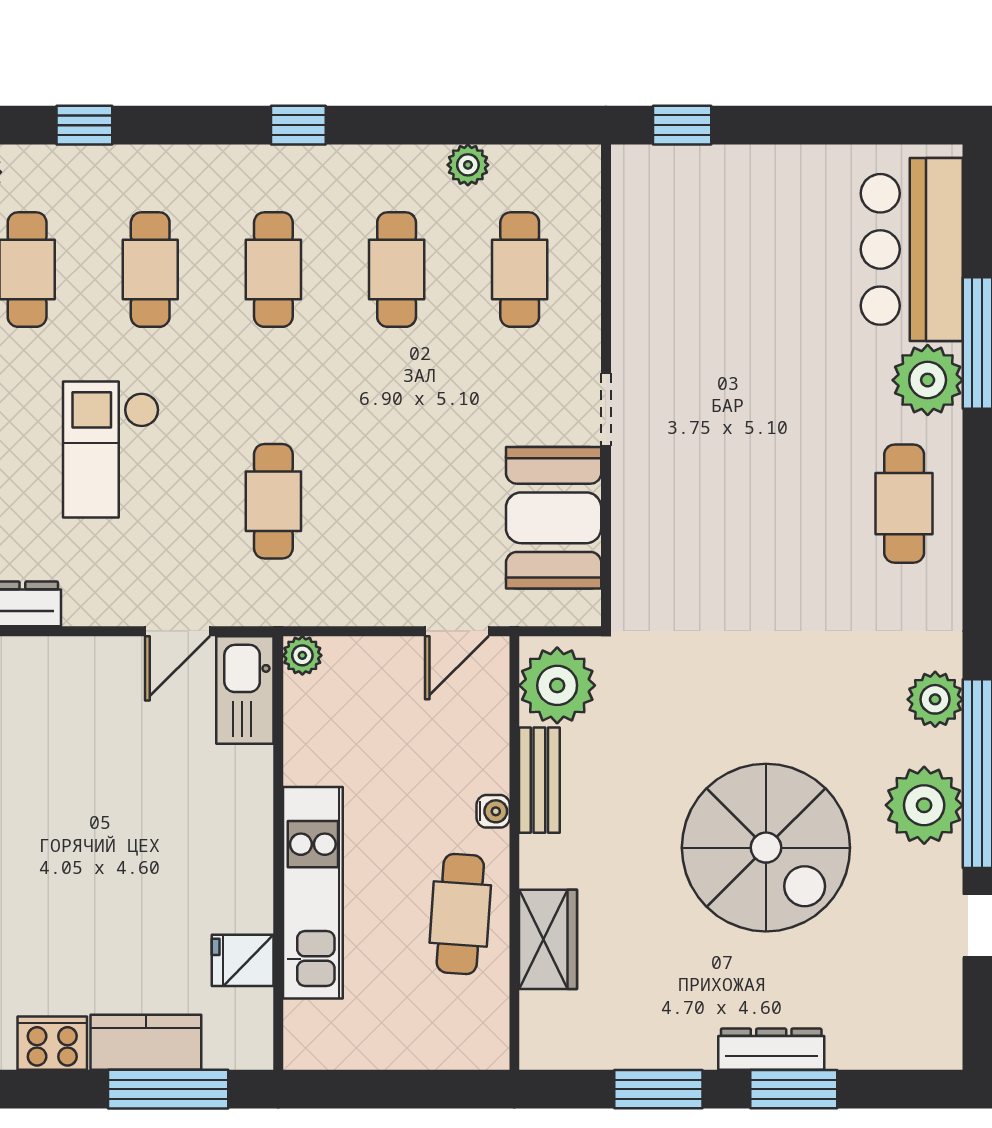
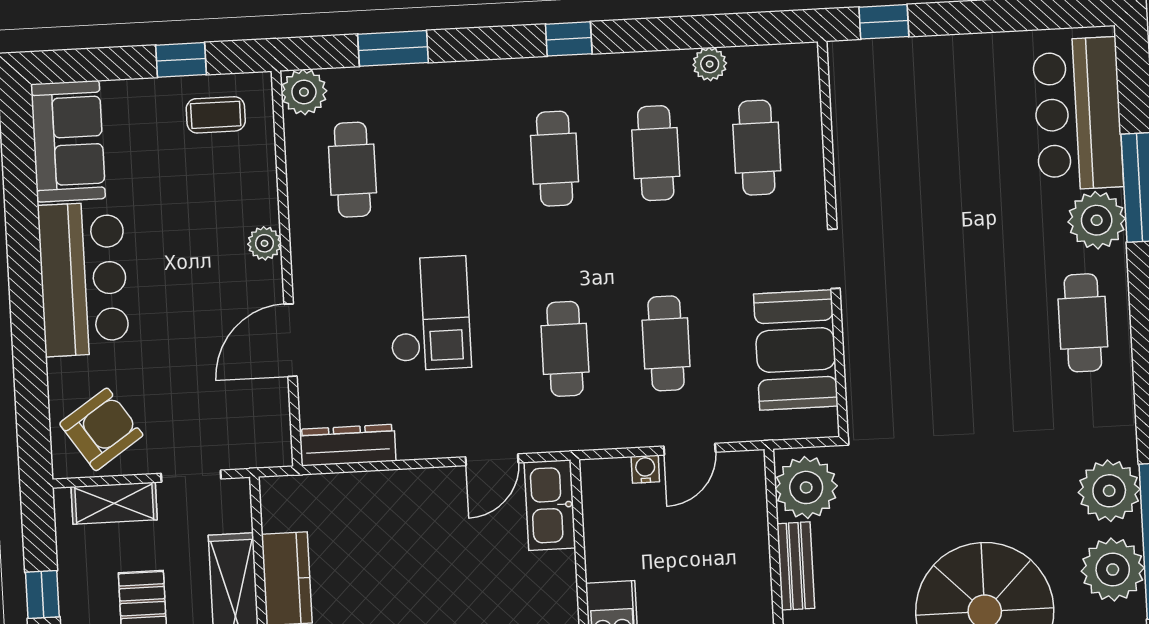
window: (84, 125) -> (393, 48), width x1.50
cafe table: (150, 270) -> (666, 343), moved
checkout: (111, 449) -> (429, 313), turned 180
door: (457, 631) -> (690, 449), moved
plant: (302, 655) -> (596, 474), removed
plant: (935, 699) -> (1109, 491), width x1.36, depth x1.36
water cooler: (493, 811) -> (645, 469), moved, turned -90

